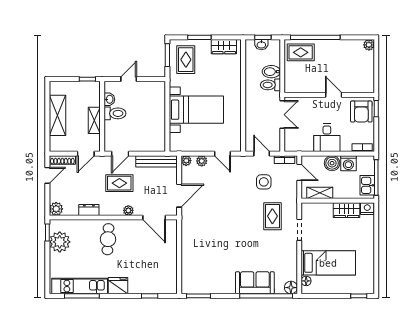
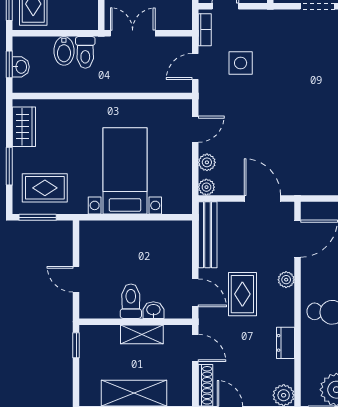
washbasin: (109, 99) -> (153, 310), moved
rug: (272, 216) -> (295, 49), removed

